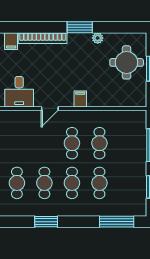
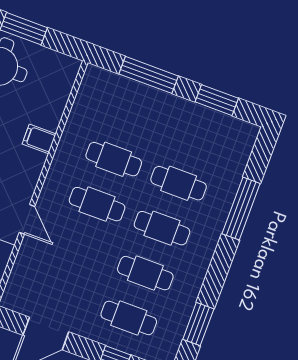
filing cabinet: (80, 99) -> (39, 139), moved
window: (46, 222) -> (198, 324), moved
window: (117, 222) -> (241, 209), moved

